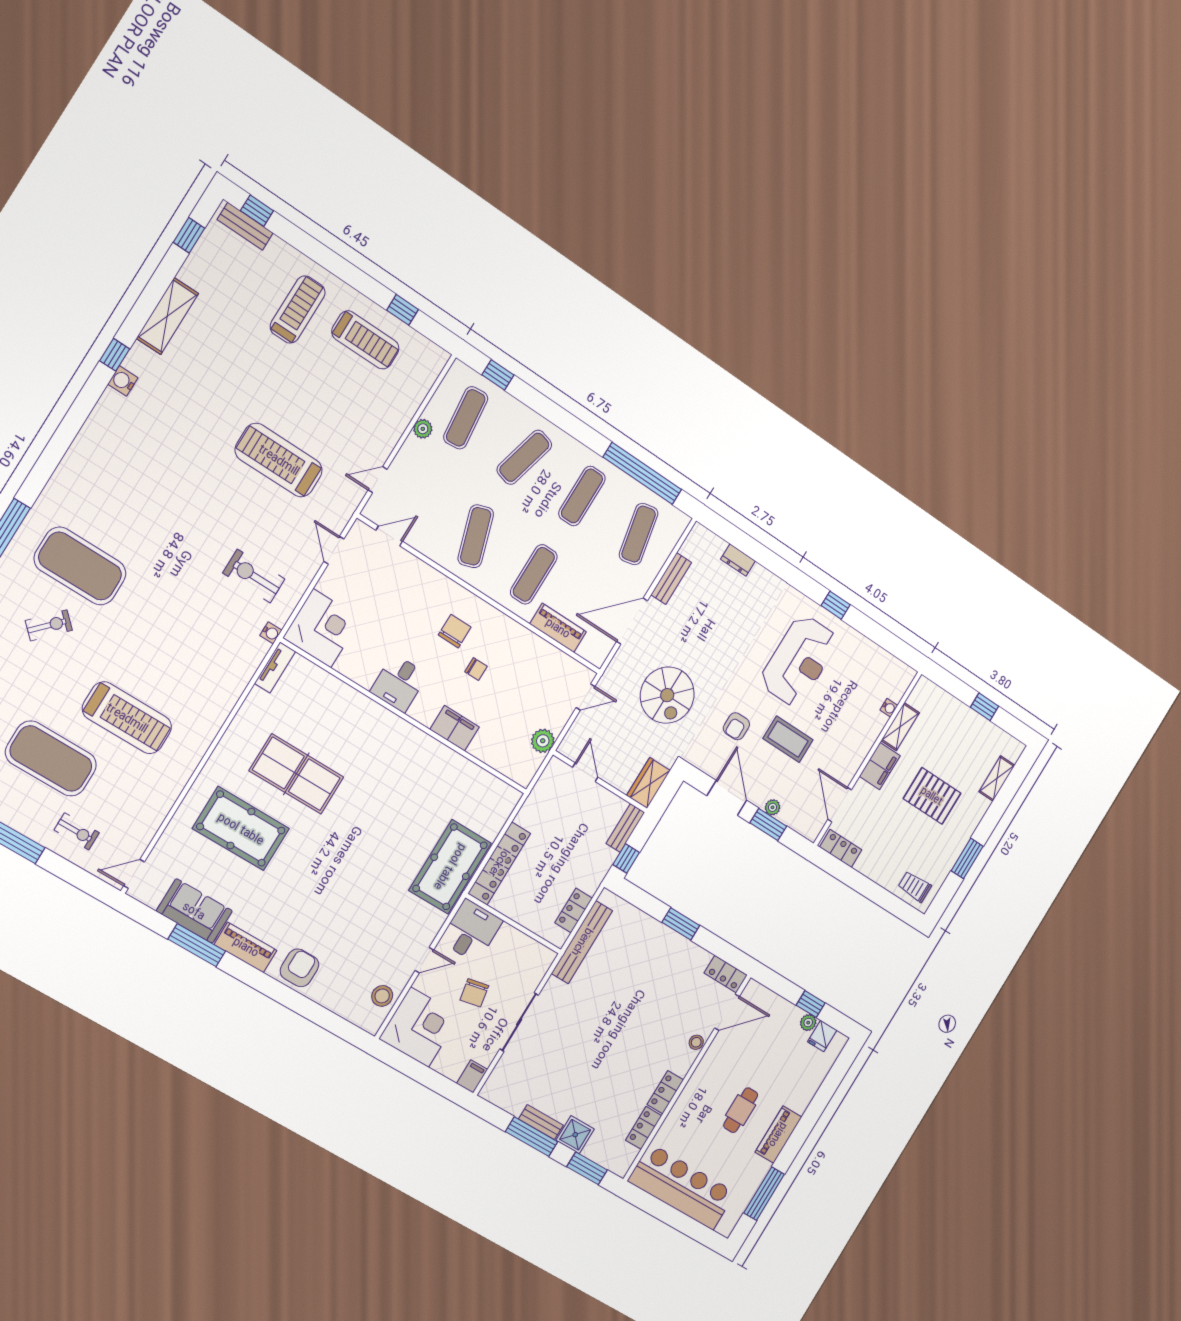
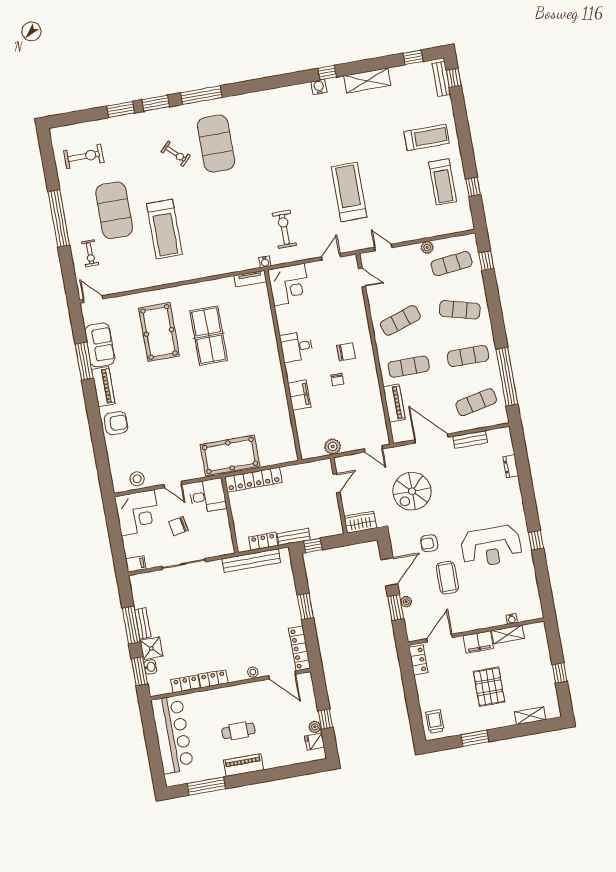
bench: (625, 828) -> (294, 537), moved
locker: (726, 974) -> (300, 648), width x1.53
washbasin: (593, 1152) -> (150, 667), added

